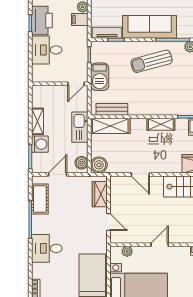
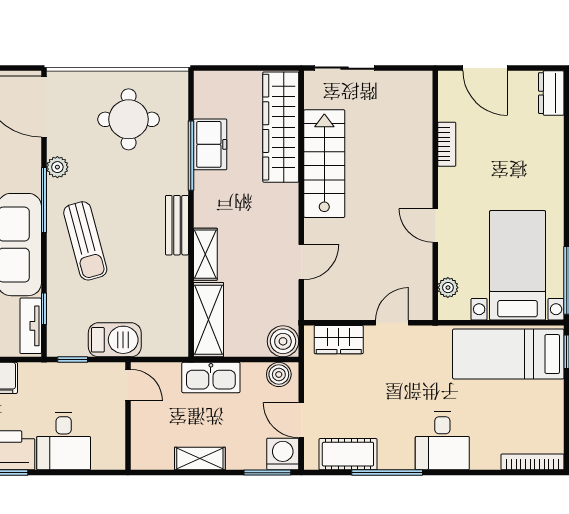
bench: (112, 109) -> (177, 225), moved
shelving: (161, 124) -> (205, 254), moved
washing machine: (40, 144) -> (283, 454), moved

